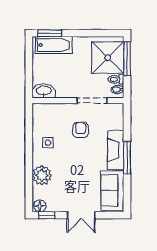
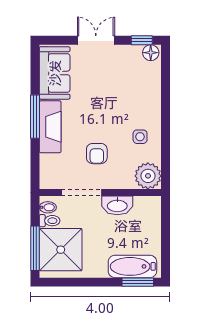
washbasin: (44, 91) -> (117, 205), moved
plant: (42, 175) -> (148, 176), moved

